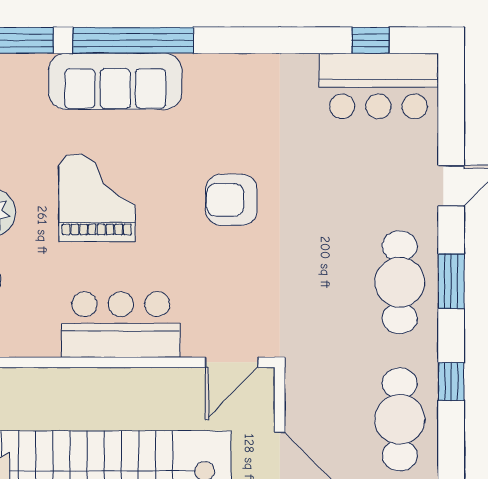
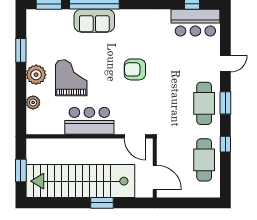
sofa: (115, 81) -> (94, 21), width x0.73
grand piano: (97, 198) -> (71, 78), moved
door: (232, 362) -> (135, 136), hinge flipped

